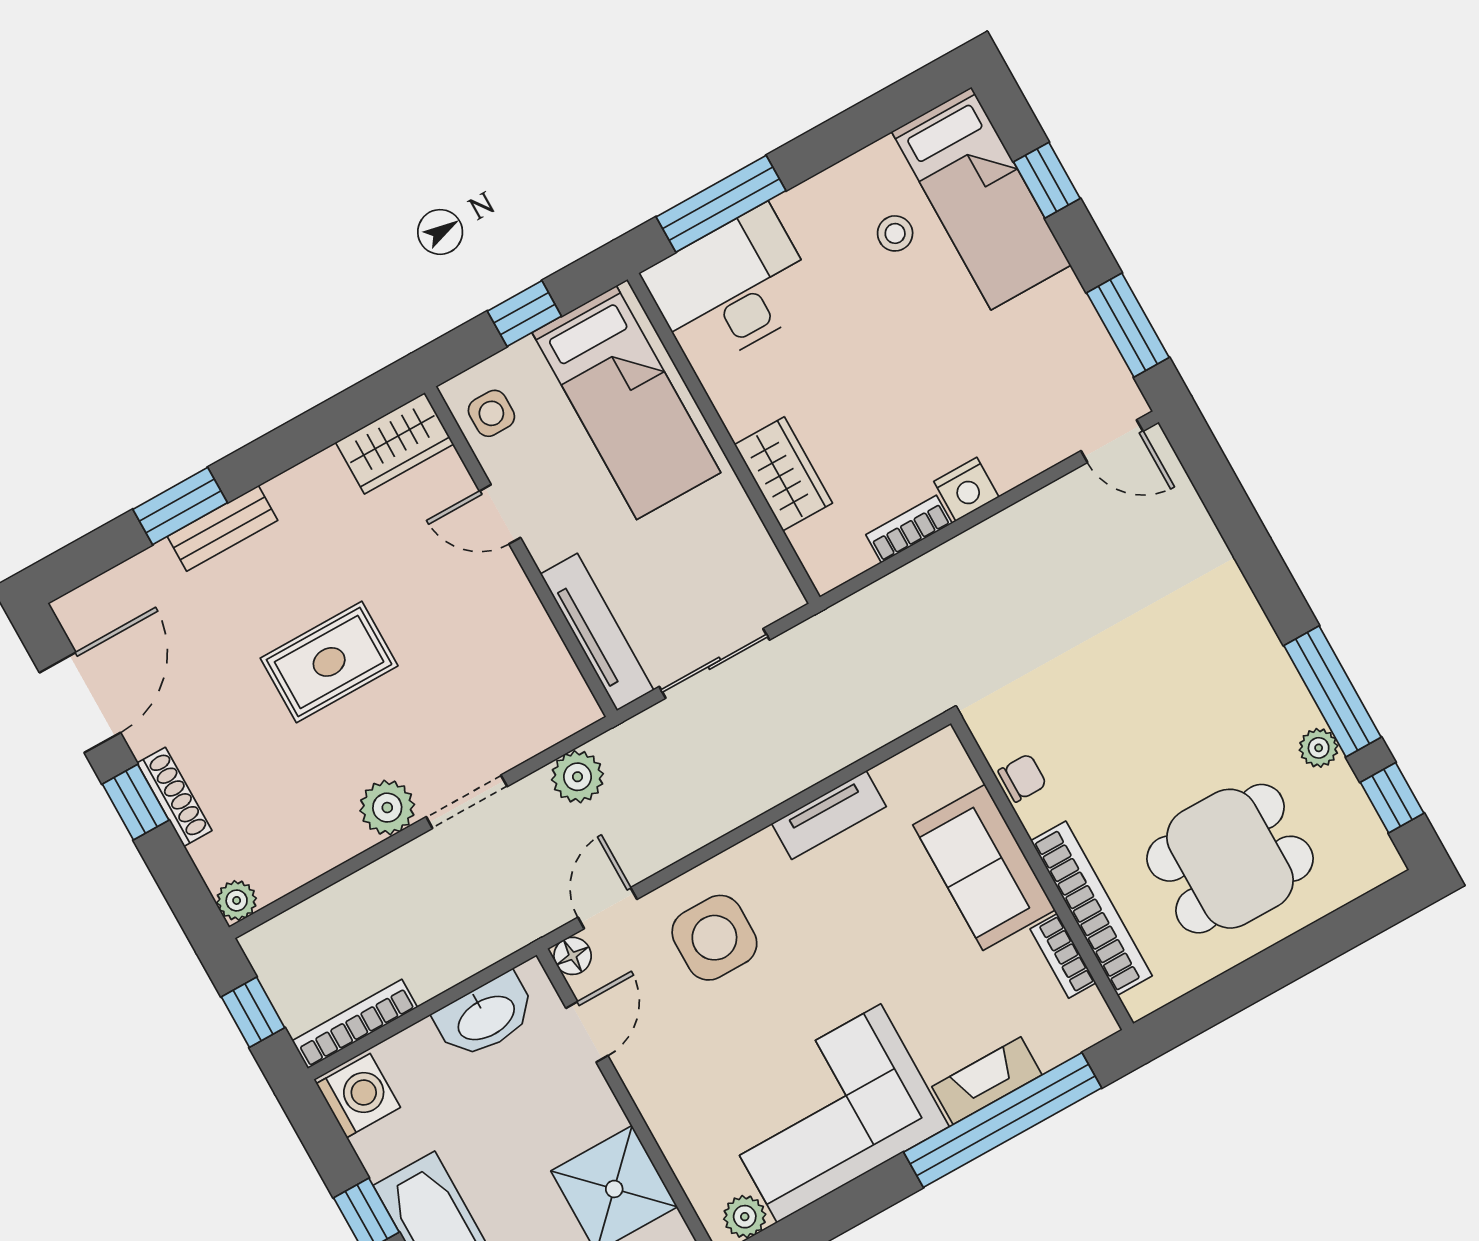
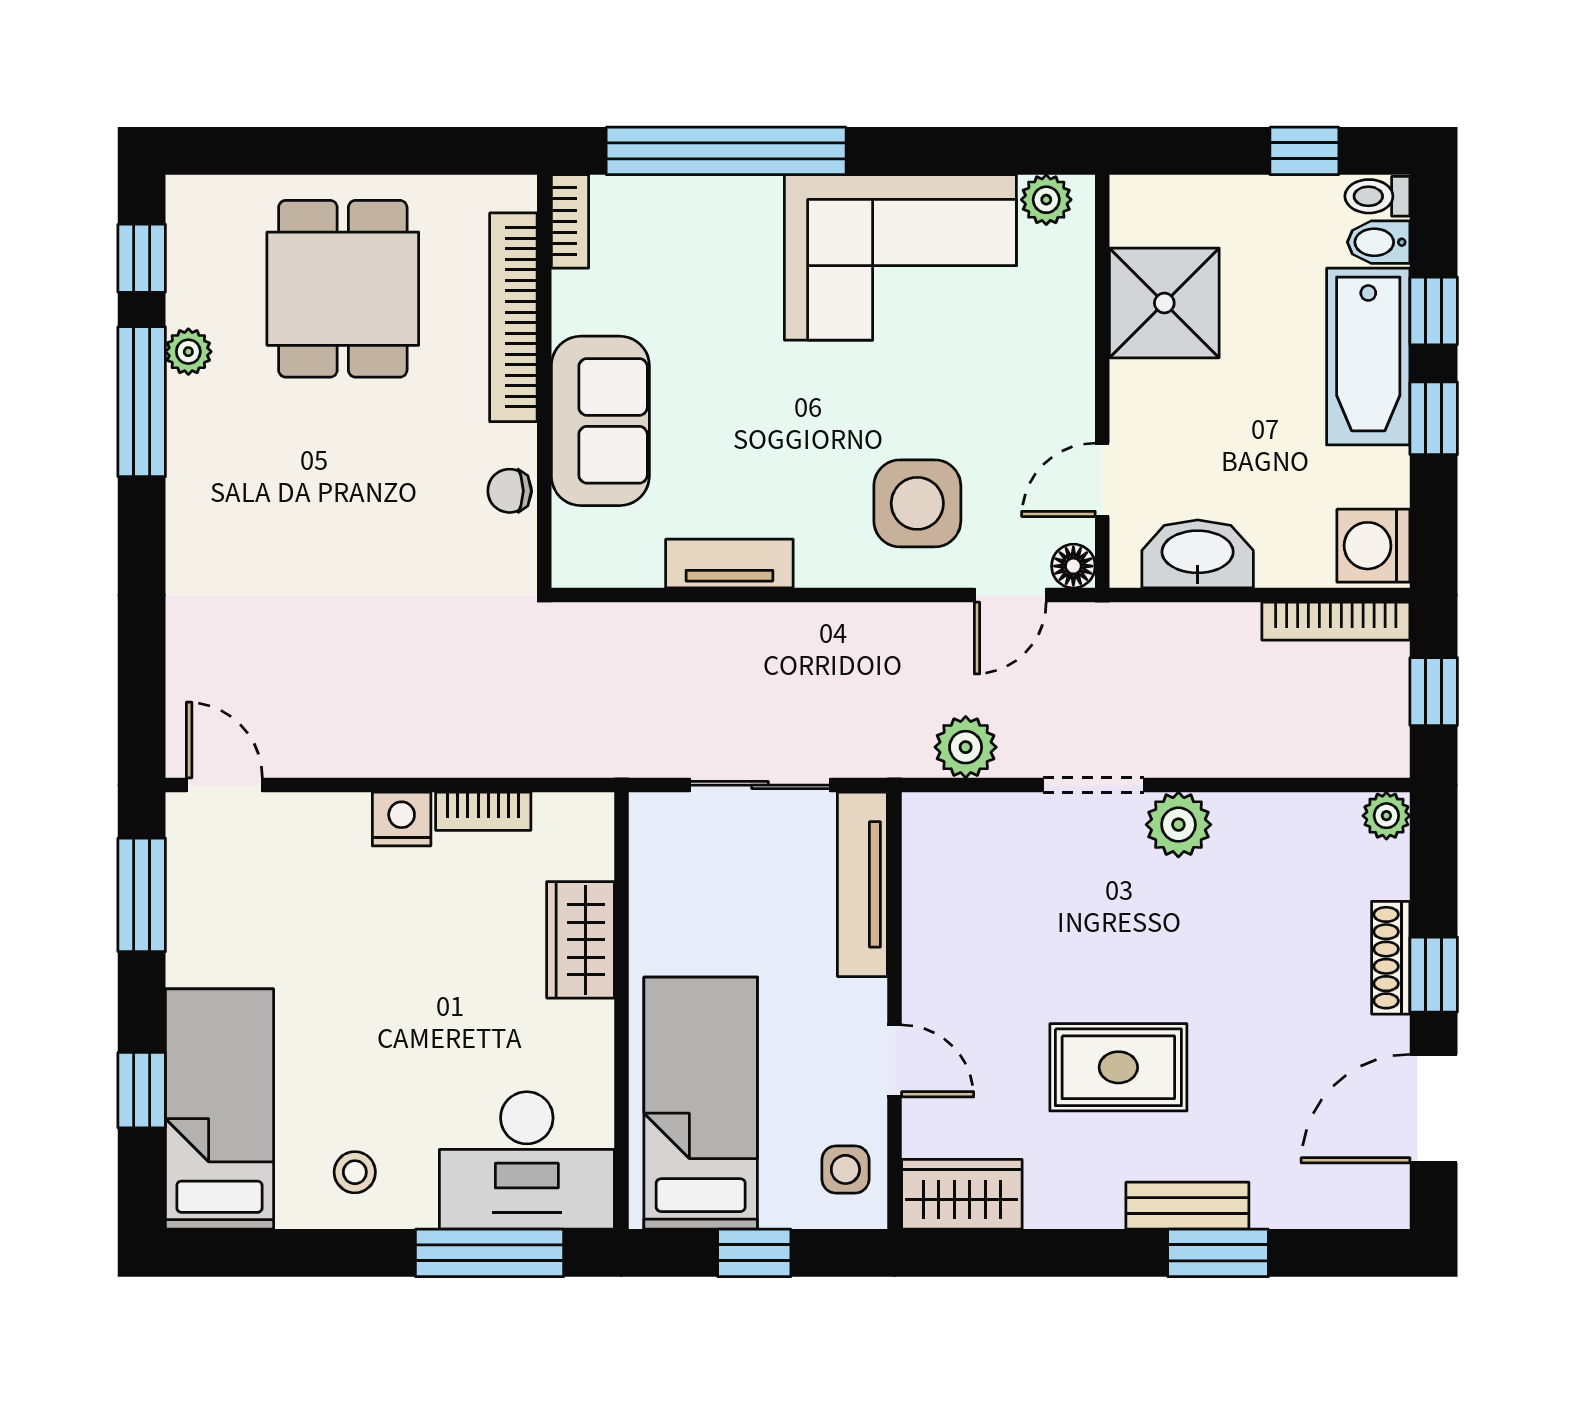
stool: (895, 233) -> (355, 1172), moved
rug: (329, 662) -> (1118, 1067), moved
dining table: (1230, 859) -> (343, 289), turned 90
bookcase: (1063, 956) -> (570, 221), moved
fireplace: (987, 1081) -> (720, 200), removed

